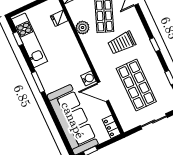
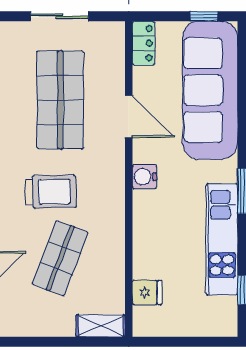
plant: (83, 28) -> (111, 255), removed
kitchen unit: (30, 40) -> (222, 239), moved
water cooler: (88, 78) -> (145, 177), moved

